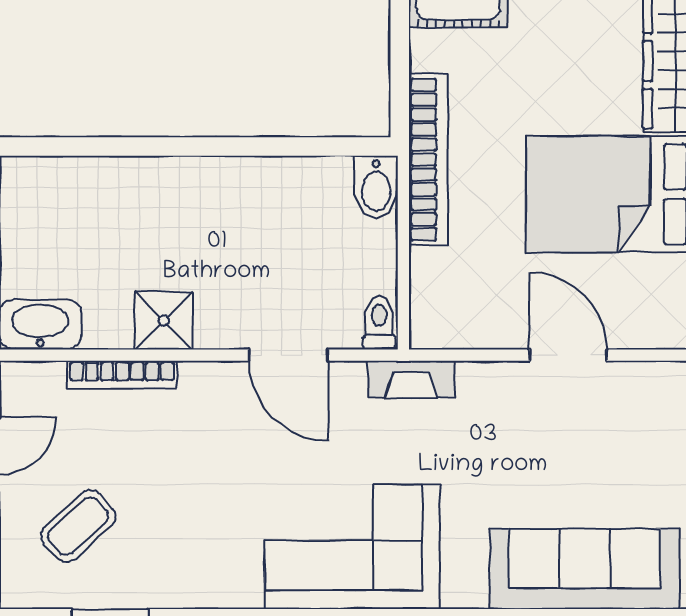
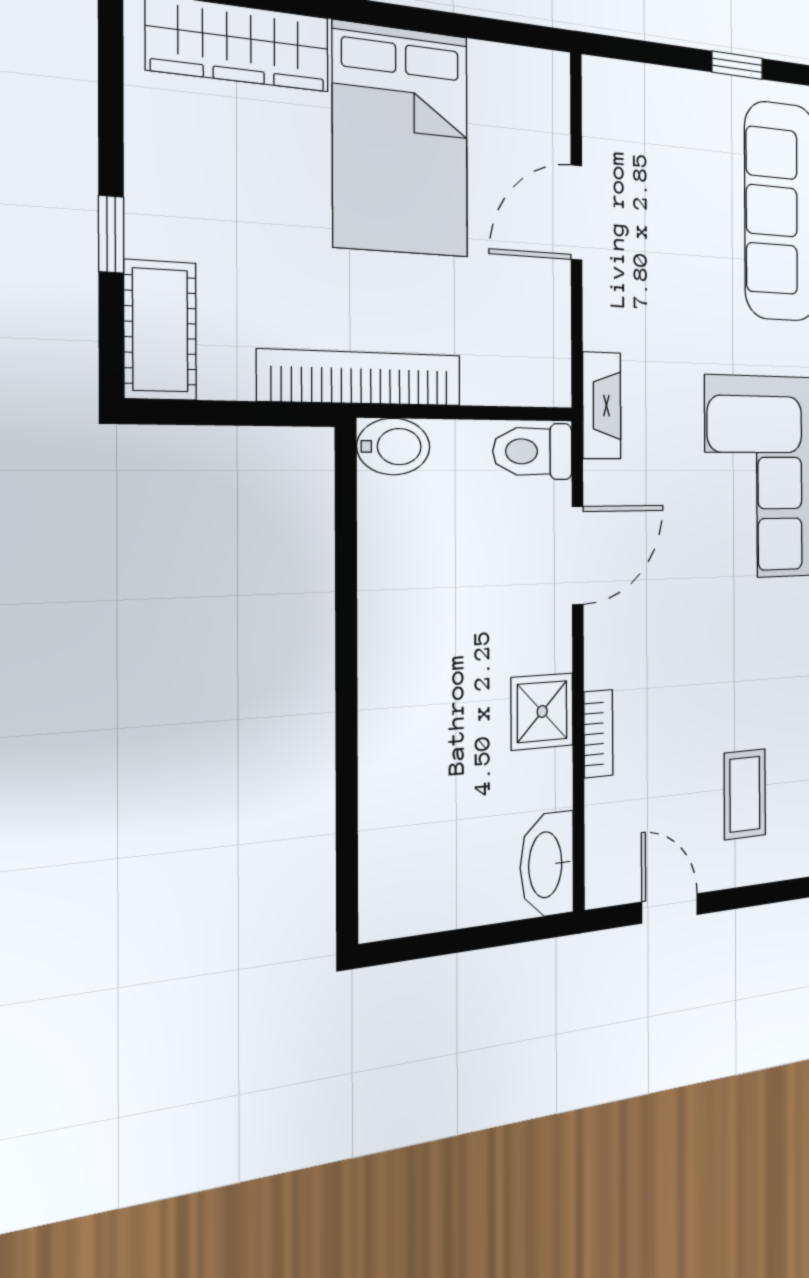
toilet: (379, 323) -> (533, 451), width x1.37, depth x1.39
bookcase: (122, 375) -> (598, 734), width x0.64
coffee table: (78, 526) -> (745, 794), turned 42

